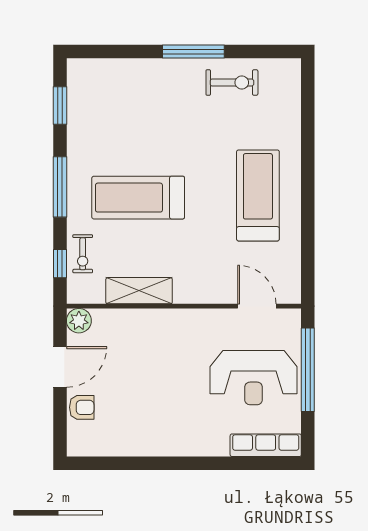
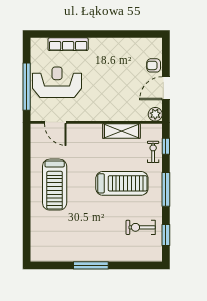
exercise bike: (232, 83) -> (141, 227), moved
row of seats: (266, 445) -> (68, 44), moved

